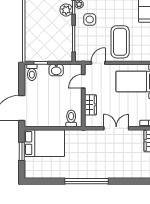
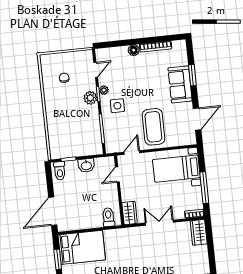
wardrobe: (90, 105) -> (130, 213), moved

